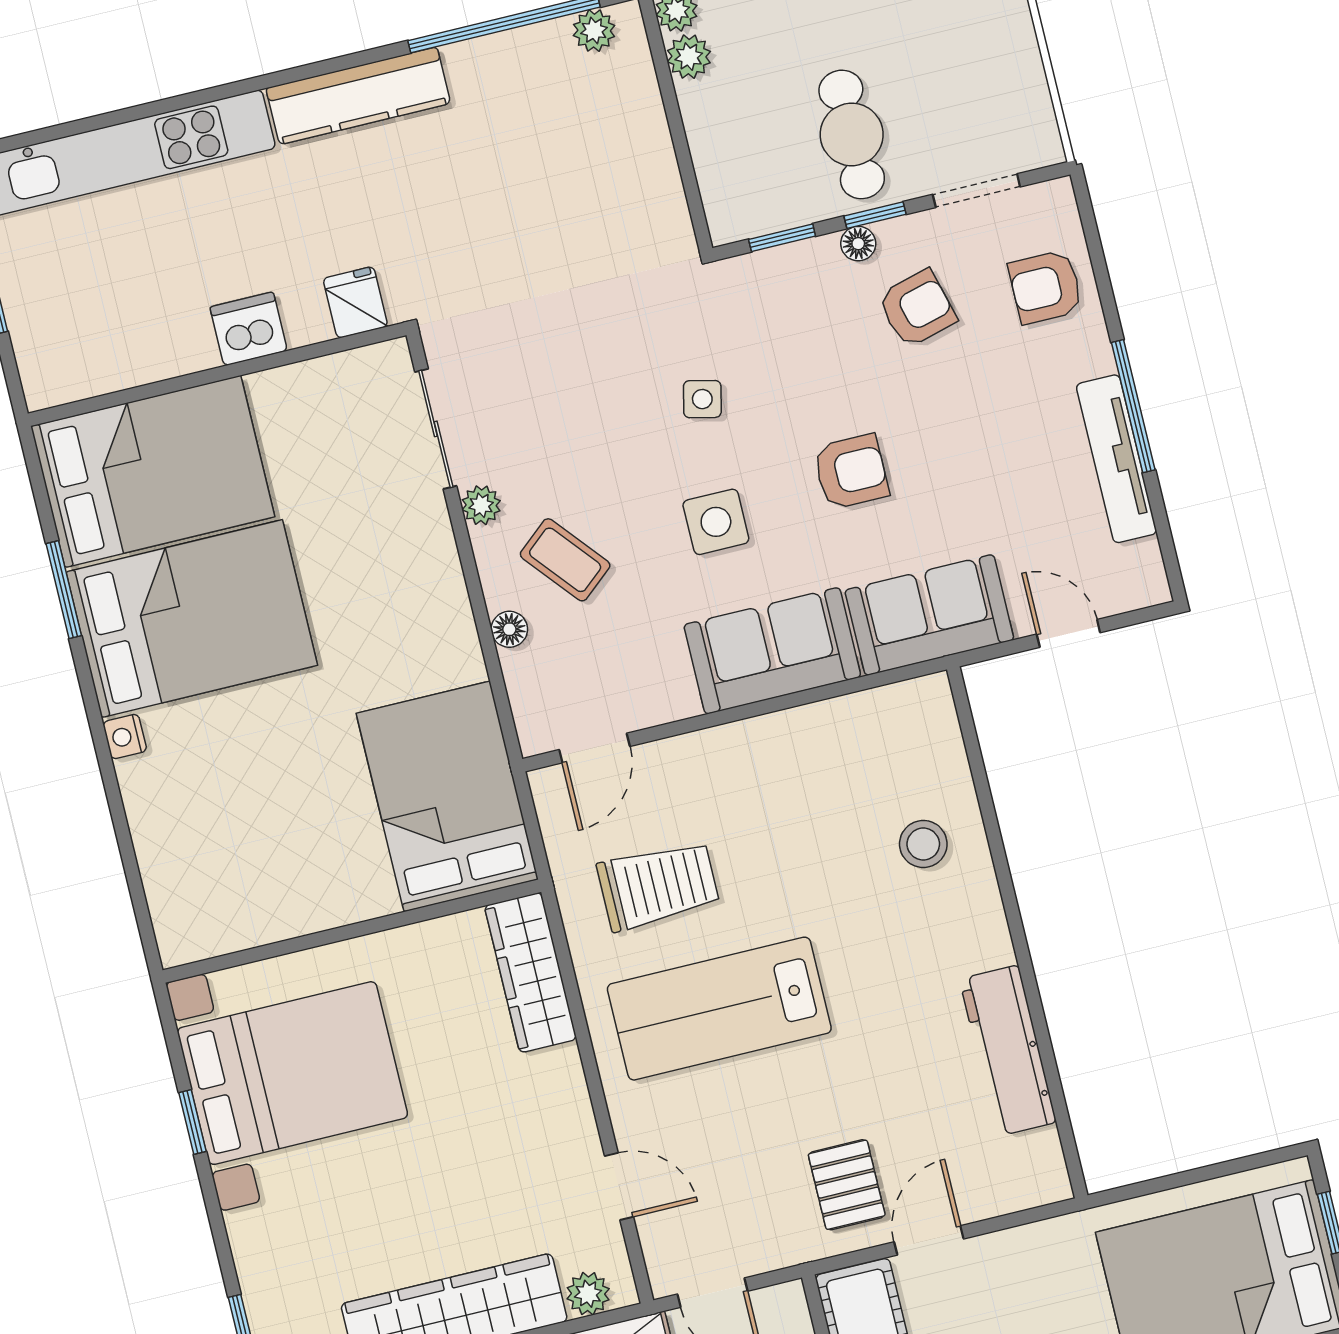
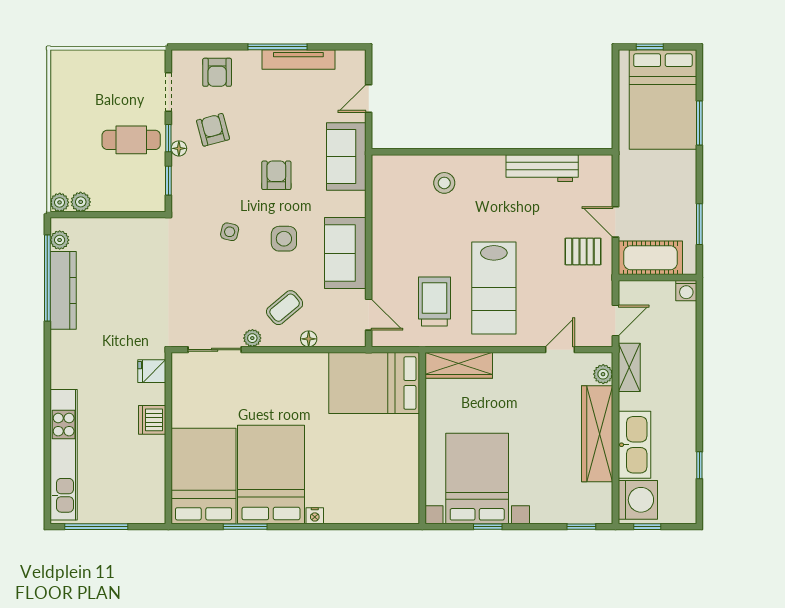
kitchen counter: (358, 96) -> (63, 290), moved
sofa: (772, 651) -> (345, 253), moved

